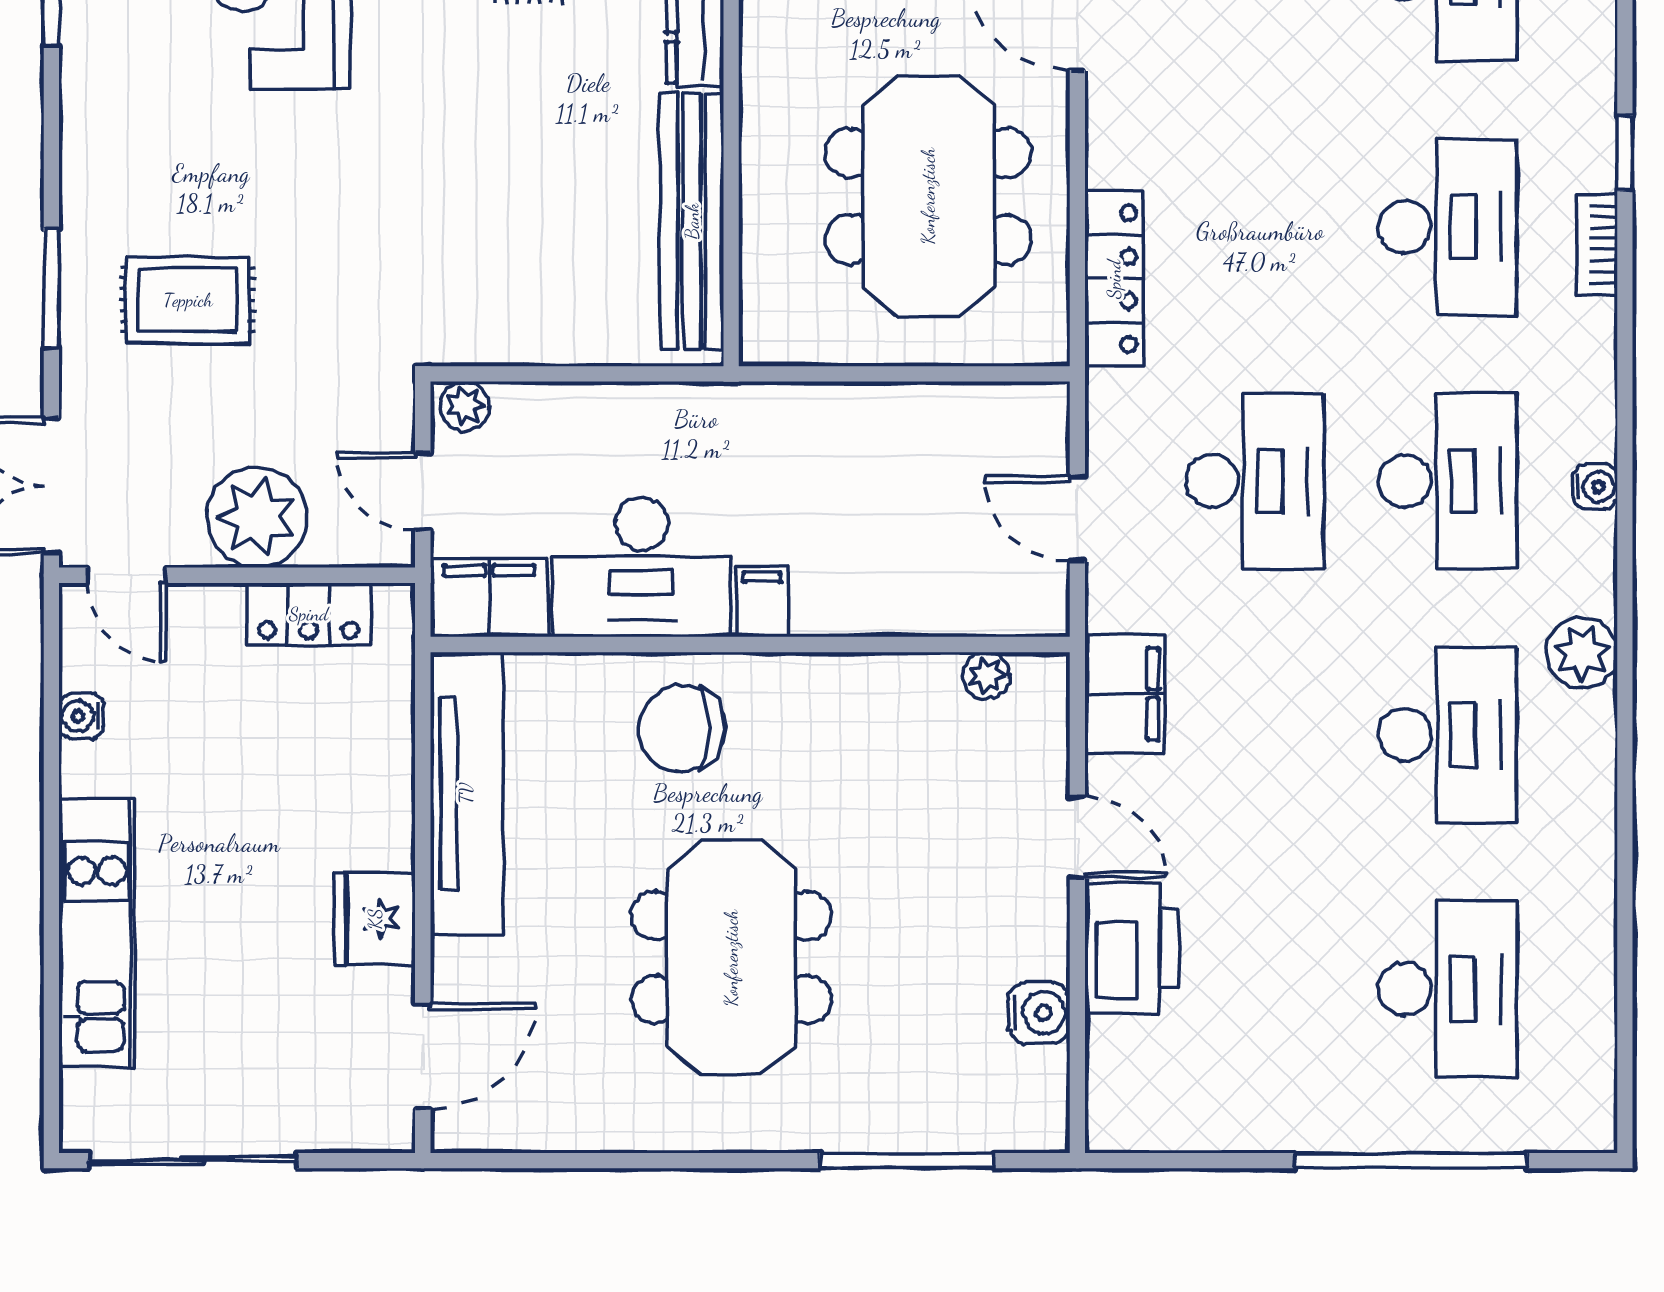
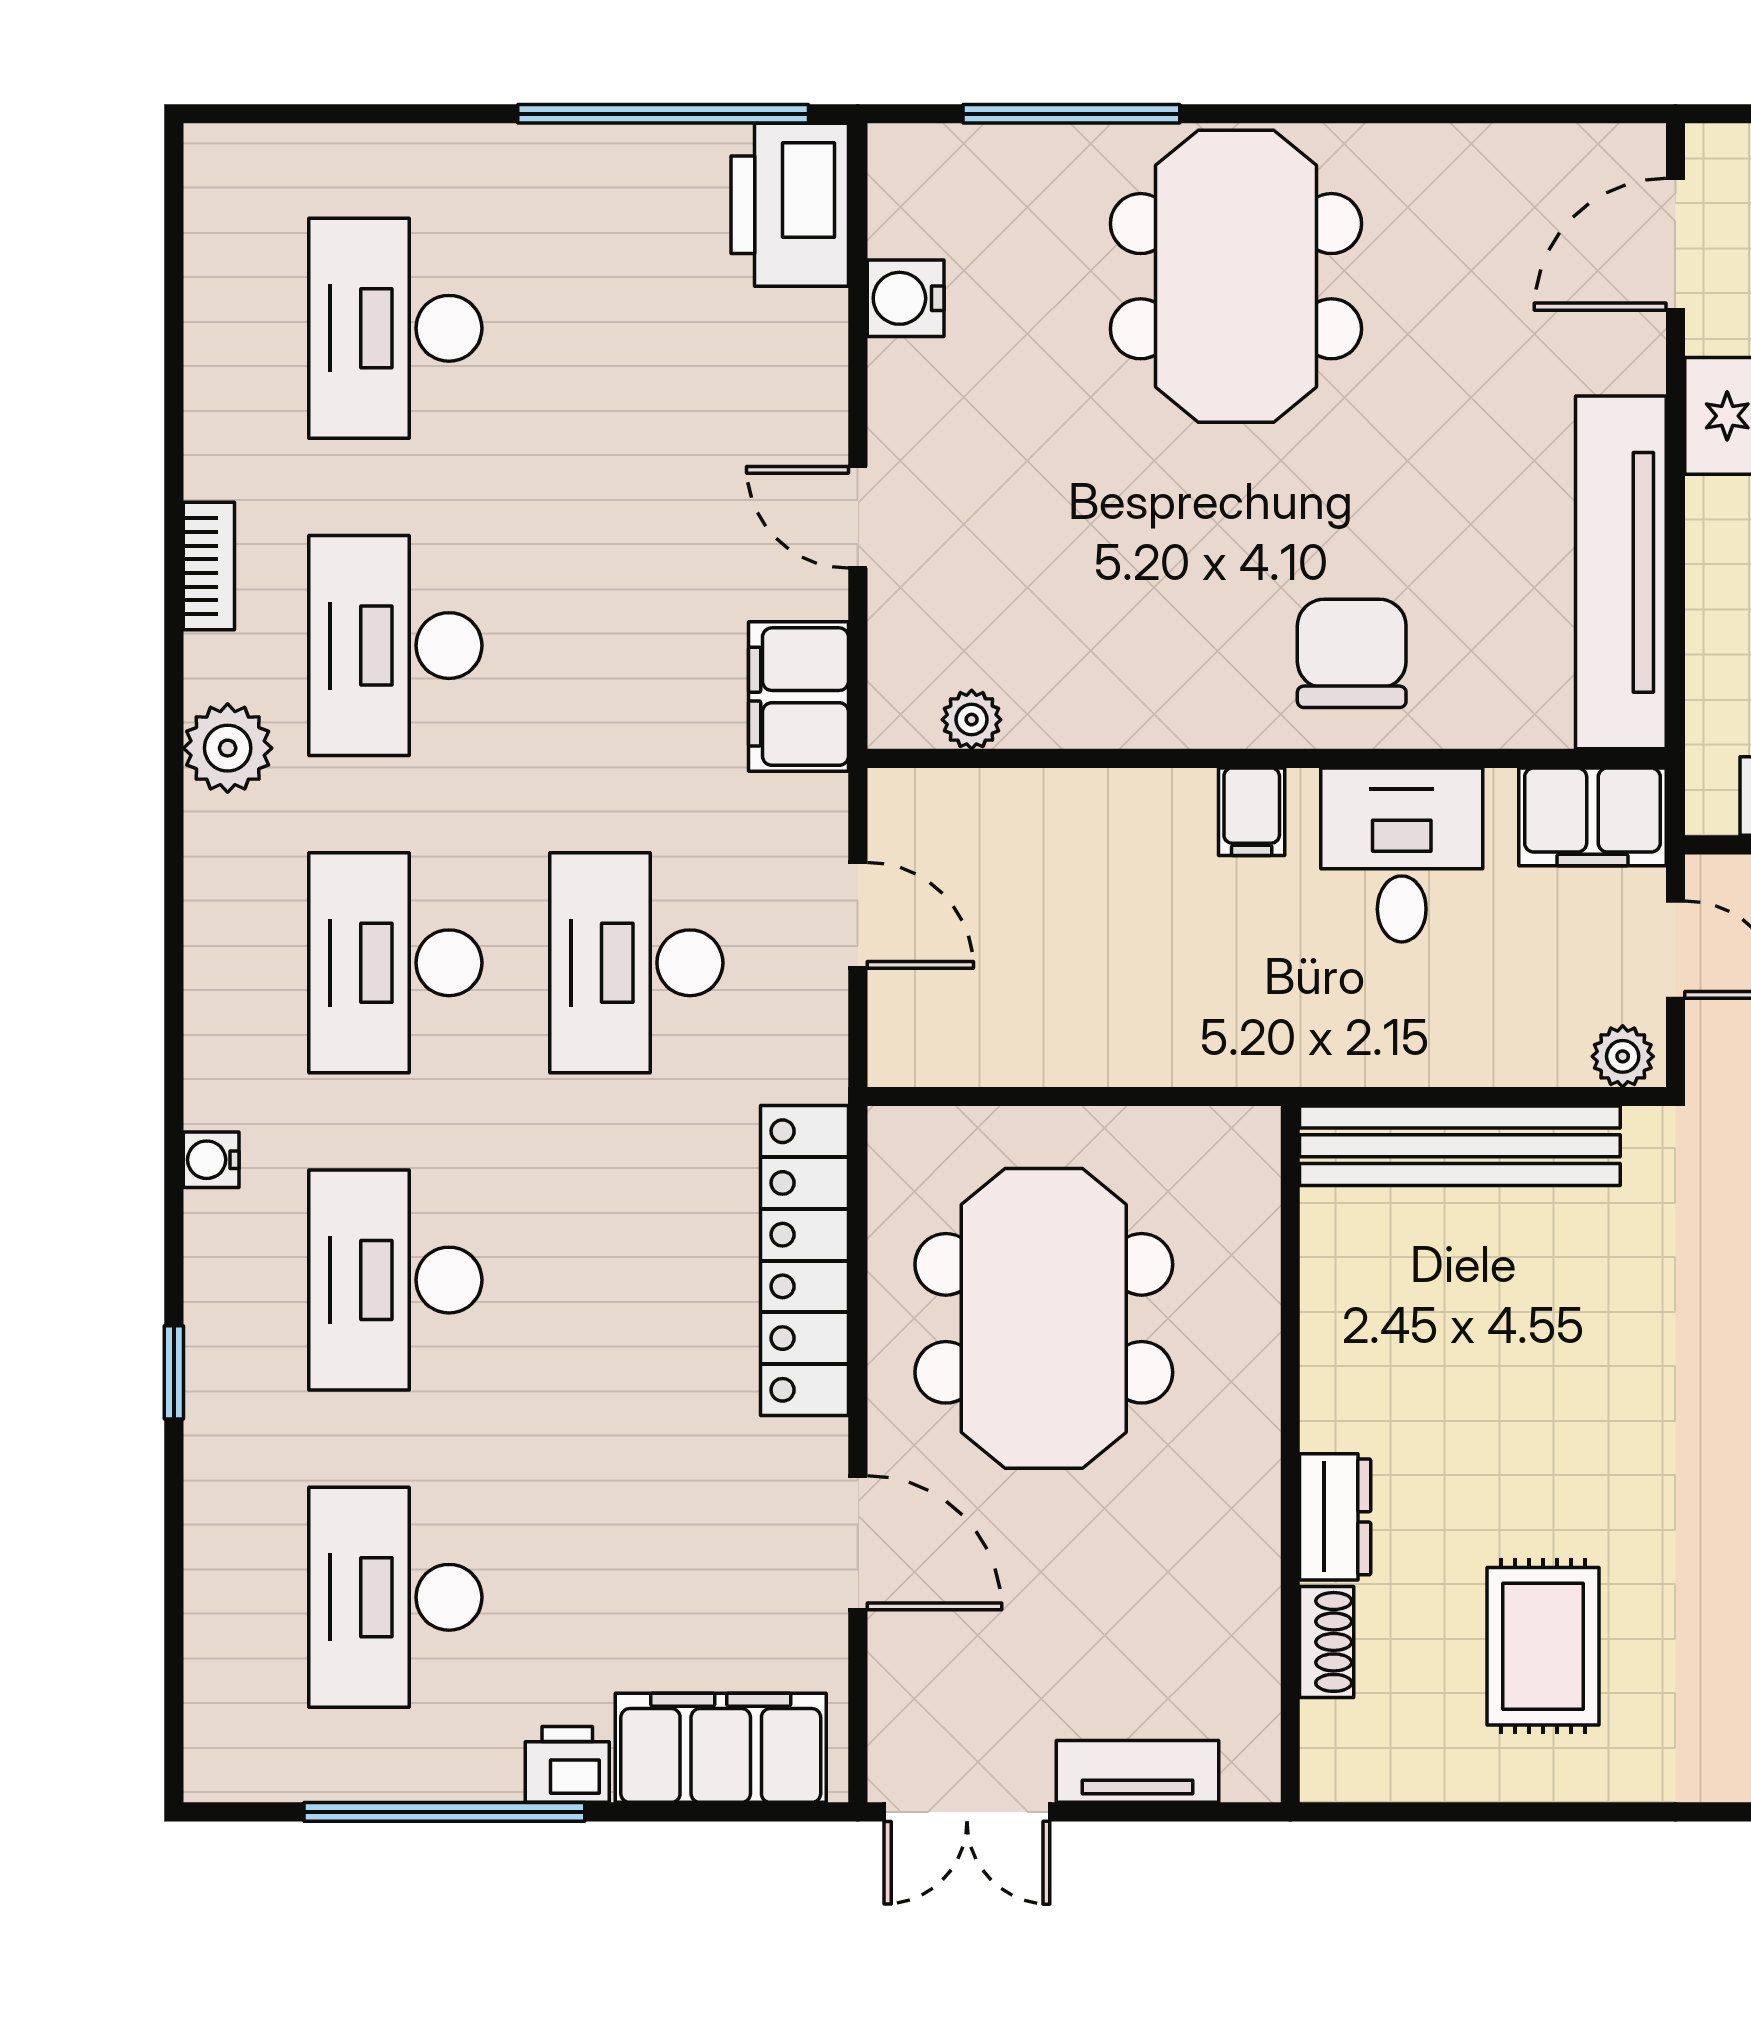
bench: (692, 221) -> (1460, 1146), moved, turned 90
bookcase: (1597, 245) -> (209, 566), moved
locker: (1114, 279) -> (804, 1261), width x1.41, depth x1.21
water cooler: (1595, 487) -> (211, 1160), moved
desk: (642, 567) -> (1402, 855), width x0.73
chair: (682, 729) -> (1352, 653), turned -90
printer: (1132, 949) -> (790, 205), moved
meeting table: (731, 958) -> (1236, 276), moved
window: (1411, 1161) -> (663, 114), moved

